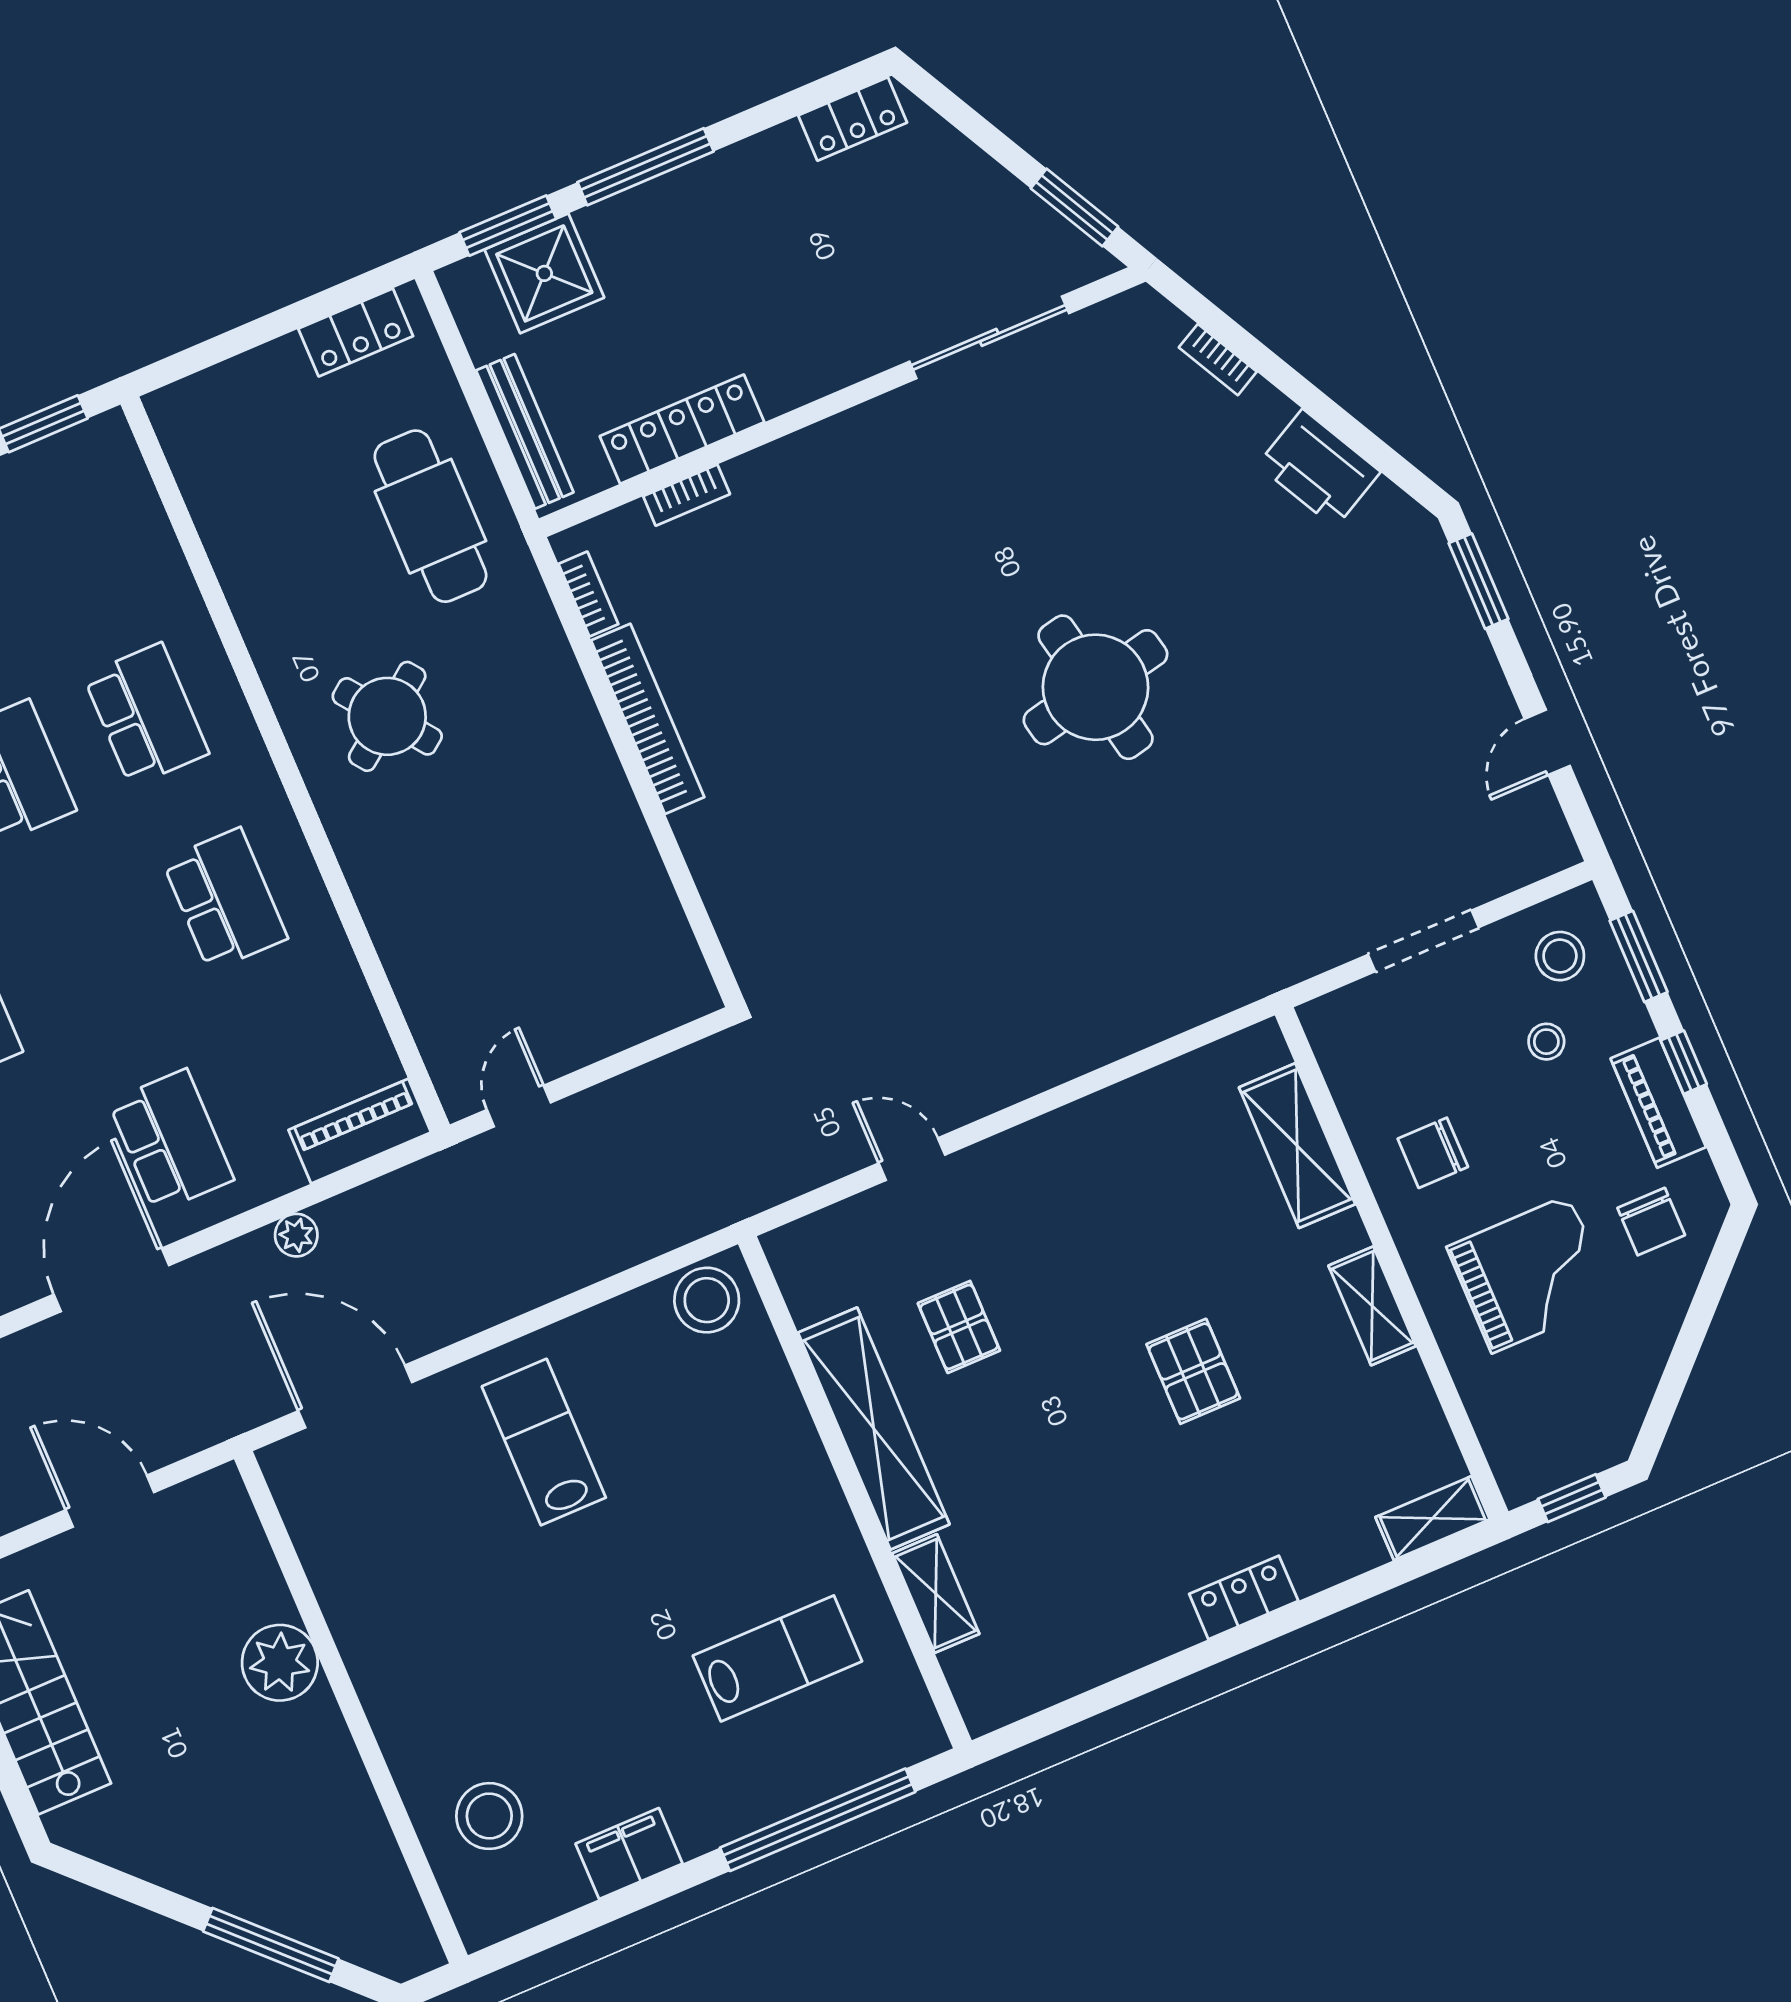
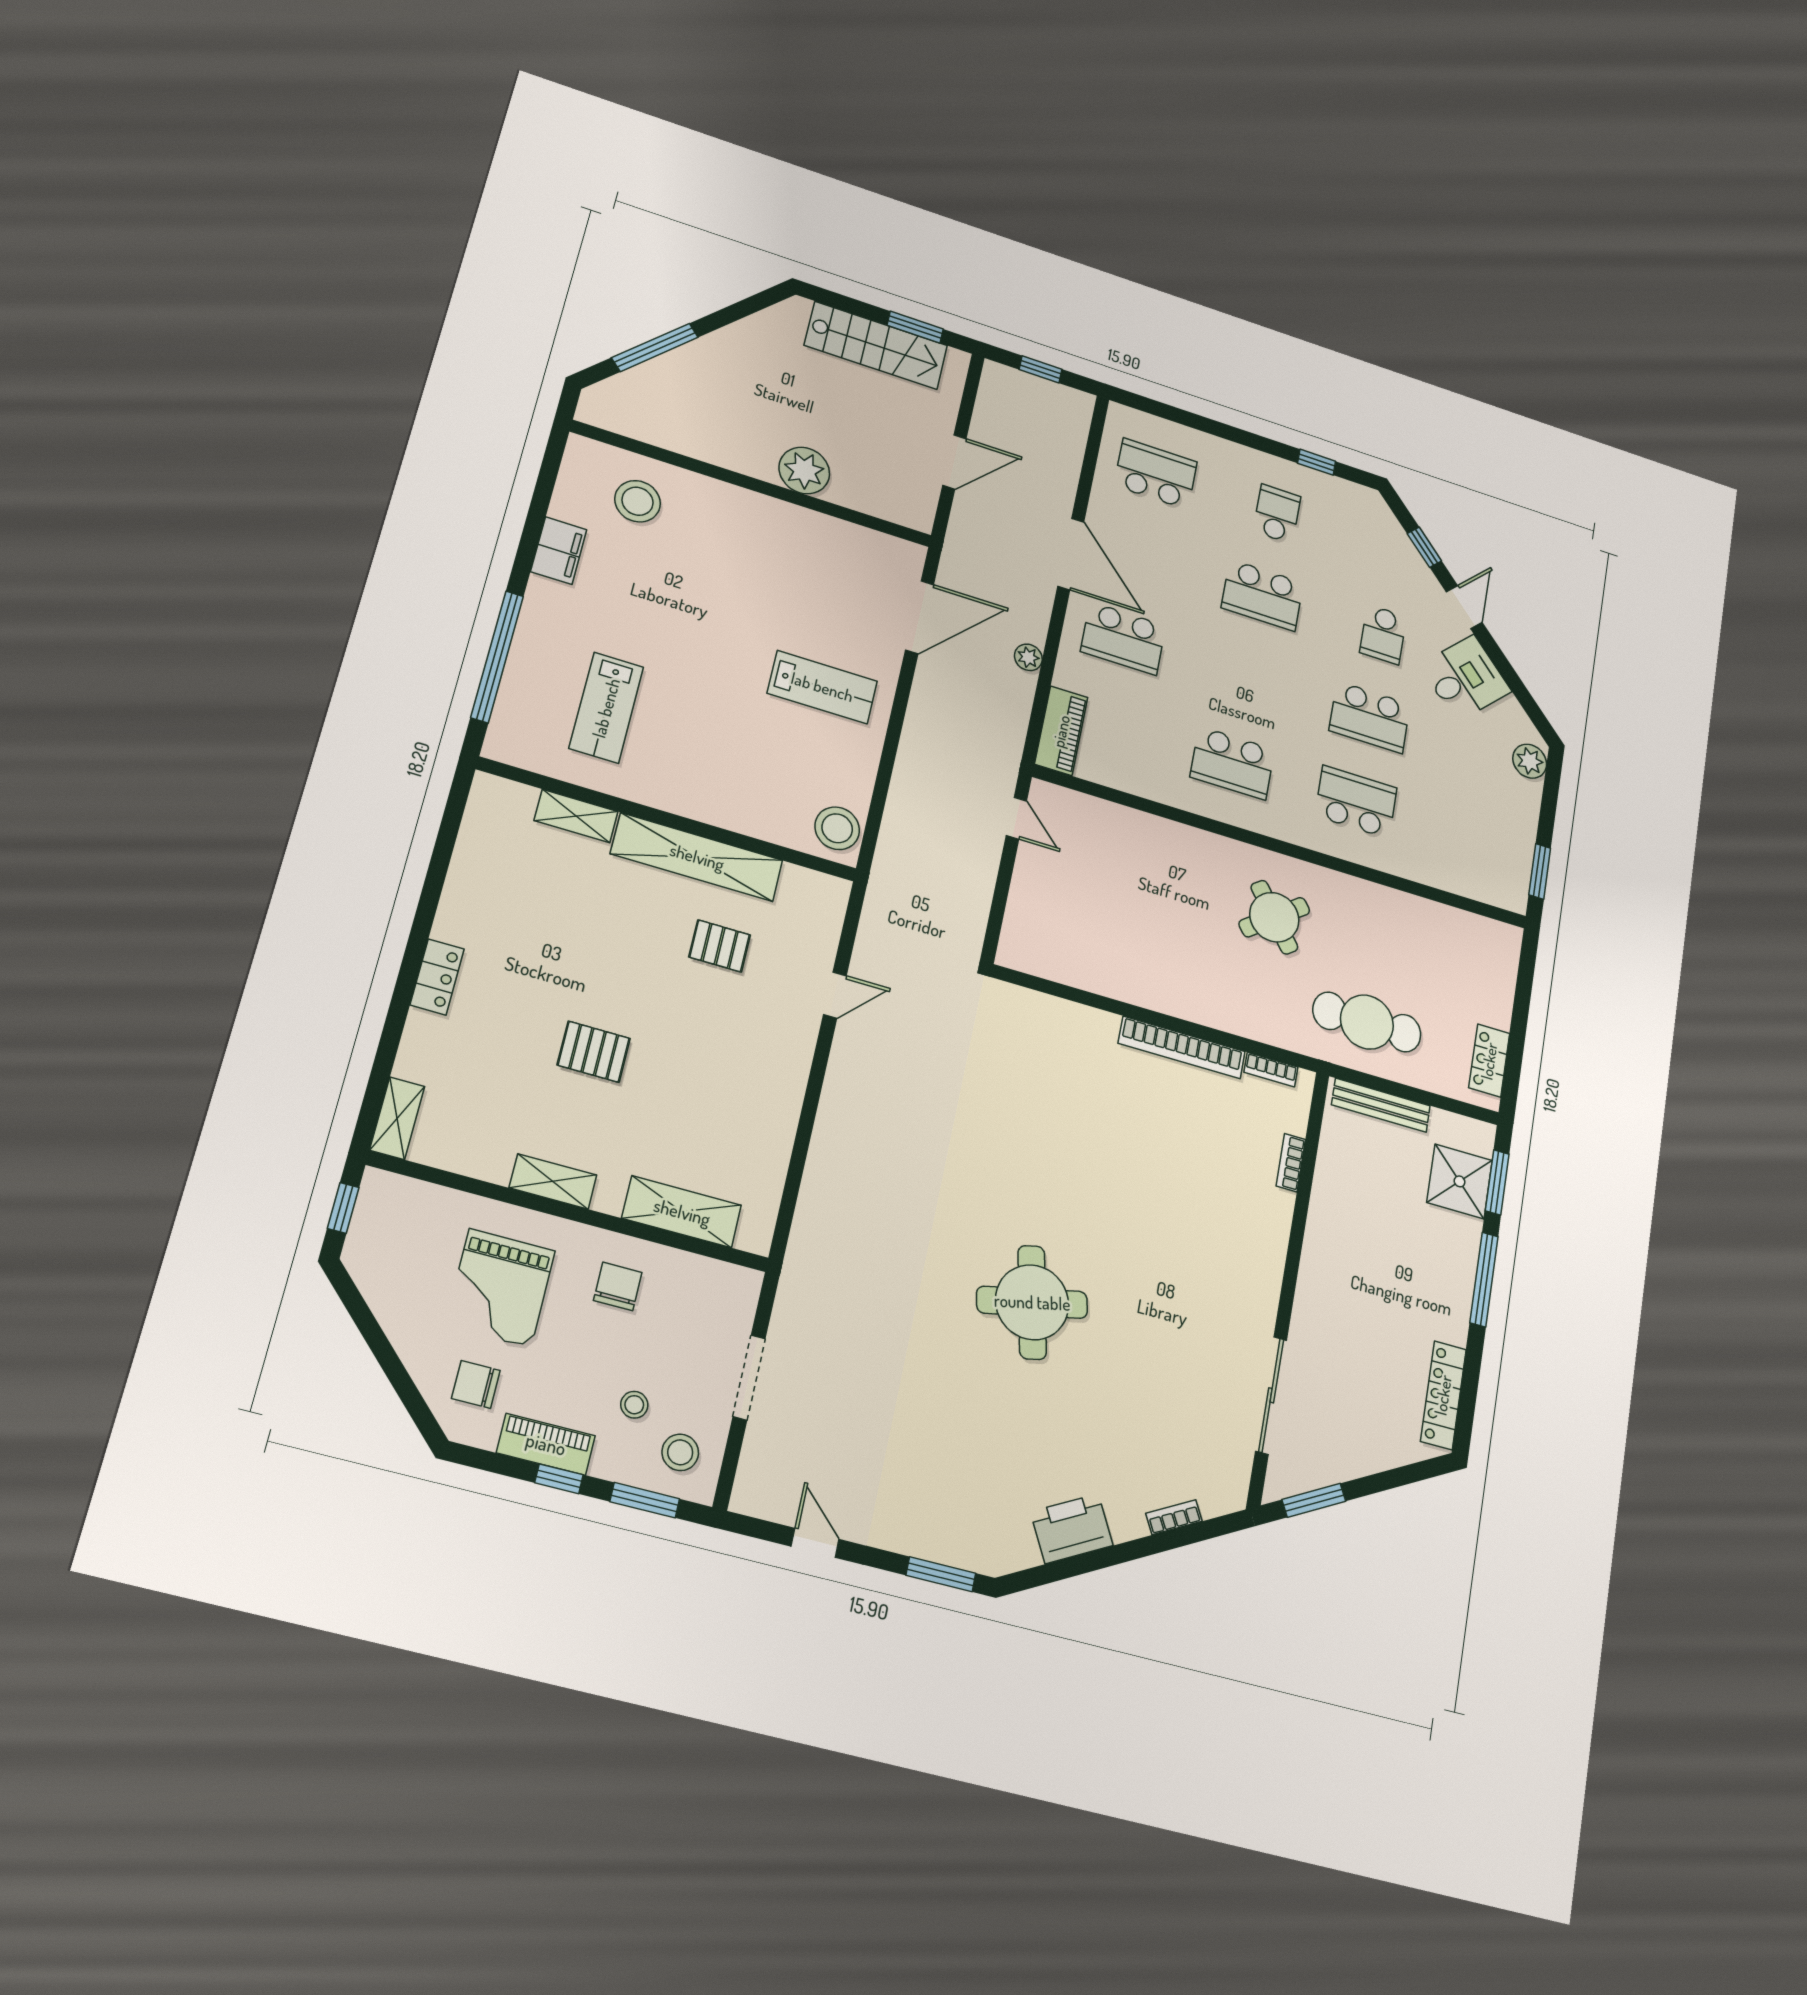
locker: (853, 119) -> (1443, 1395), width x1.53
locker: (682, 429) -> (1329, 1188), removed
school desk: (146, 715) -> (1356, 802), turned 180

